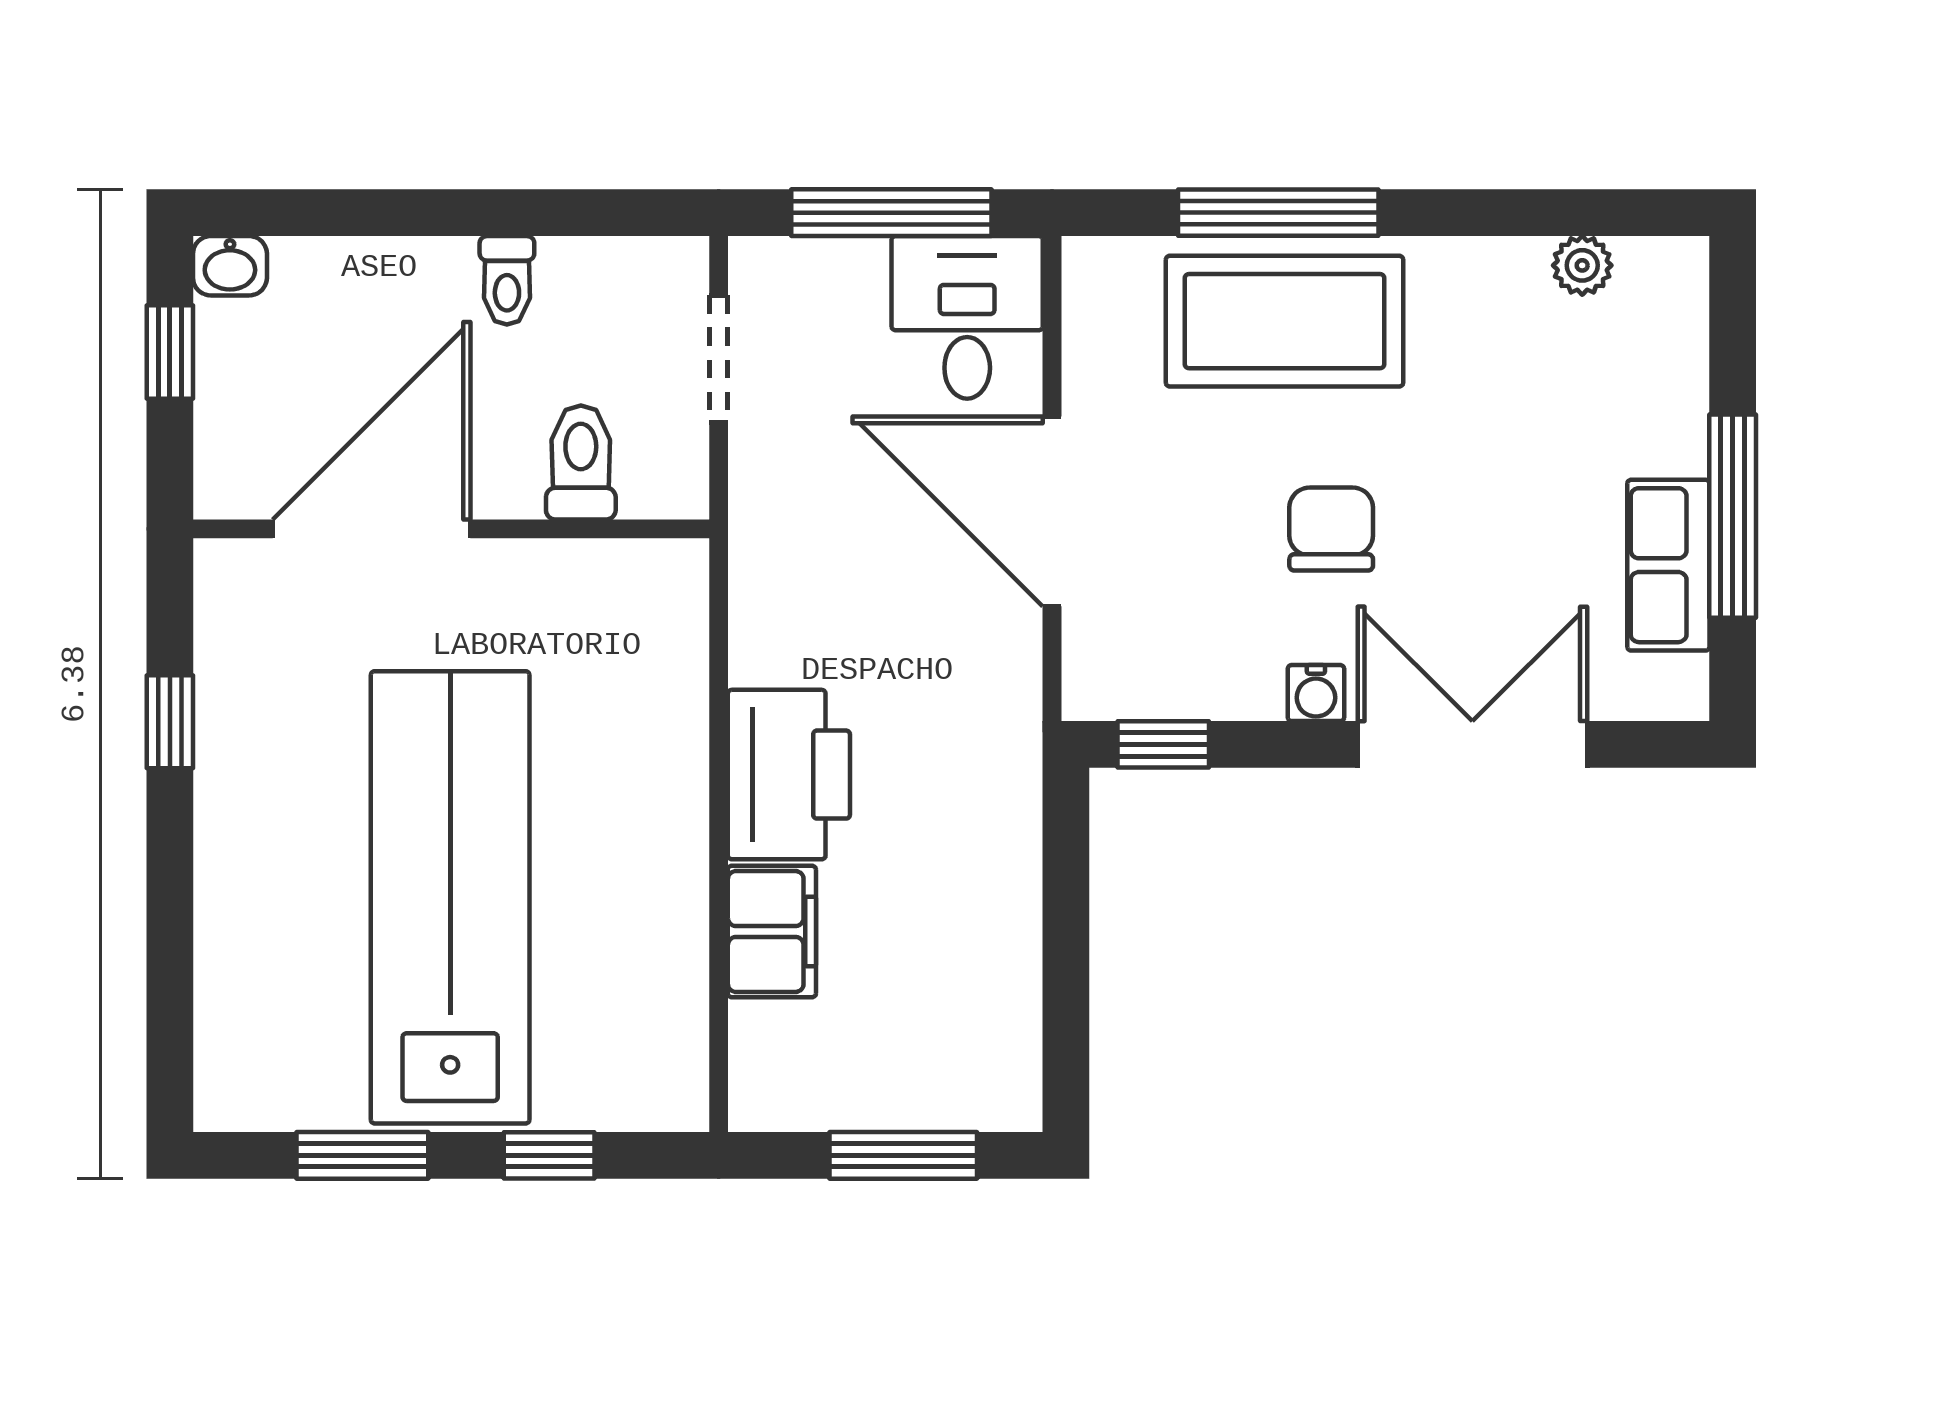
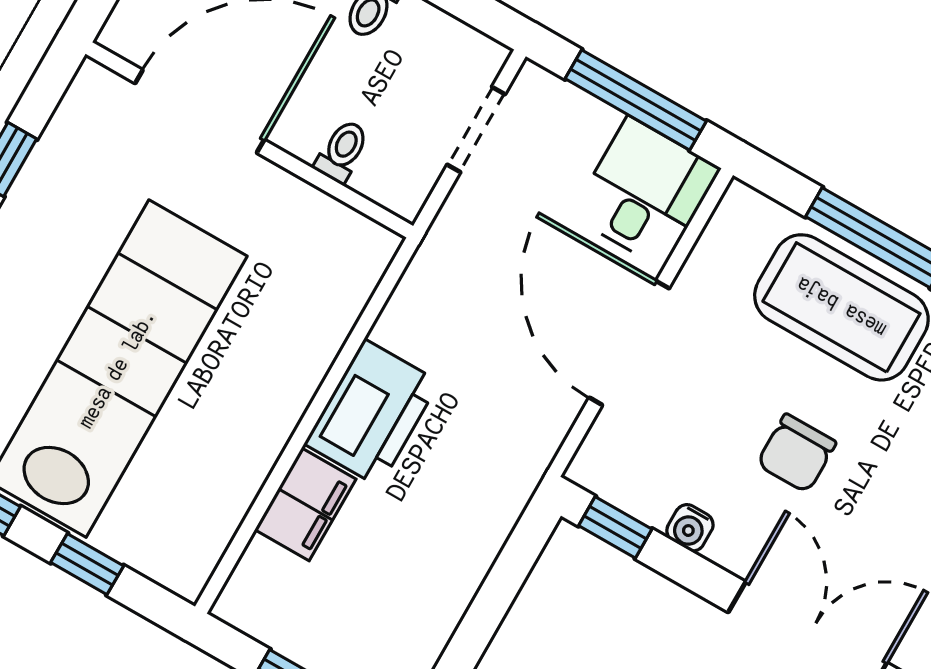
toilet: (581, 463) -> (342, 151), width x0.73, depth x0.72
chair: (1331, 529) -> (796, 453), turned 180
water cooler: (1316, 693) -> (690, 528), moved

